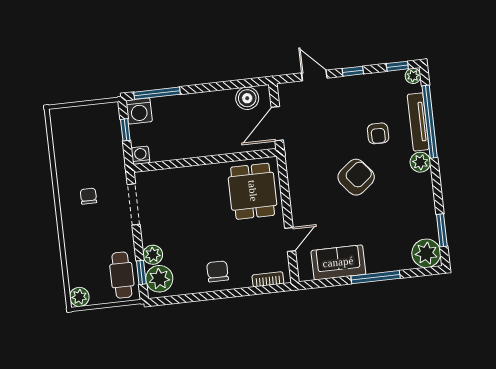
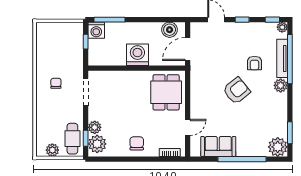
washing machine: (140, 155) -> (137, 55), moved, width x1.89, depth x1.89
window: (376, 277) -> (242, 159), width x1.46
plant: (79, 297) -> (52, 150), moved

